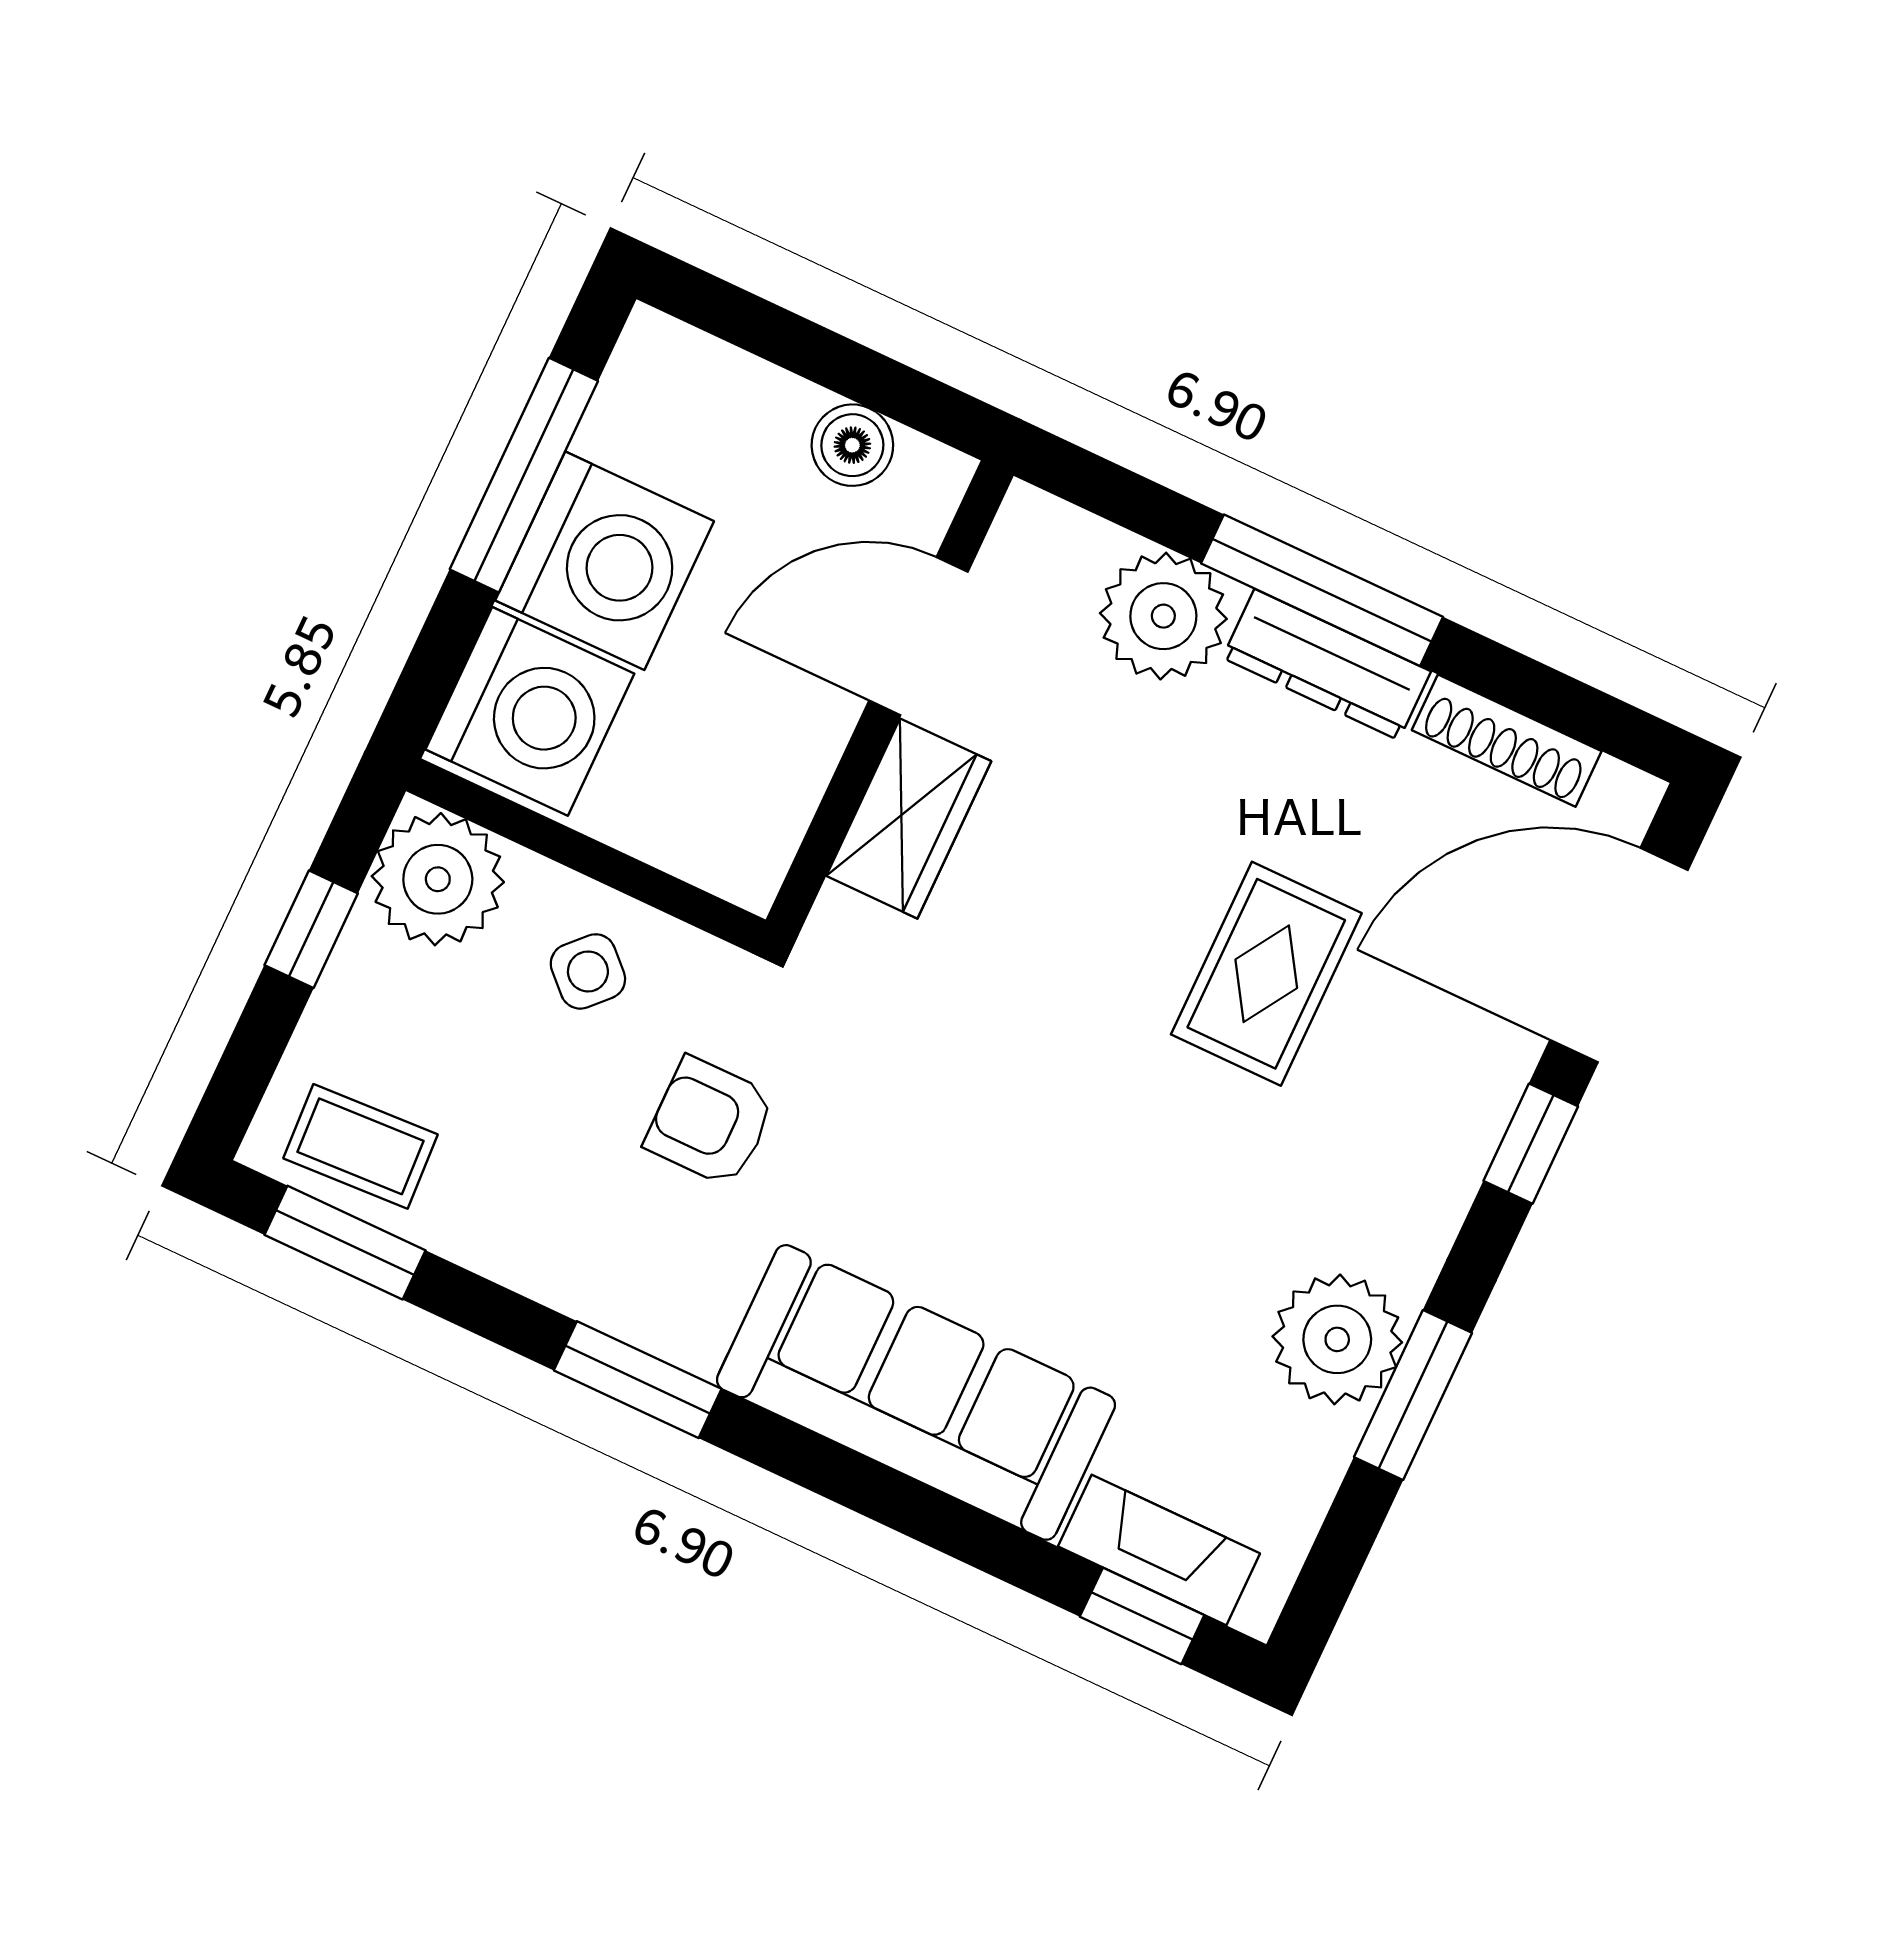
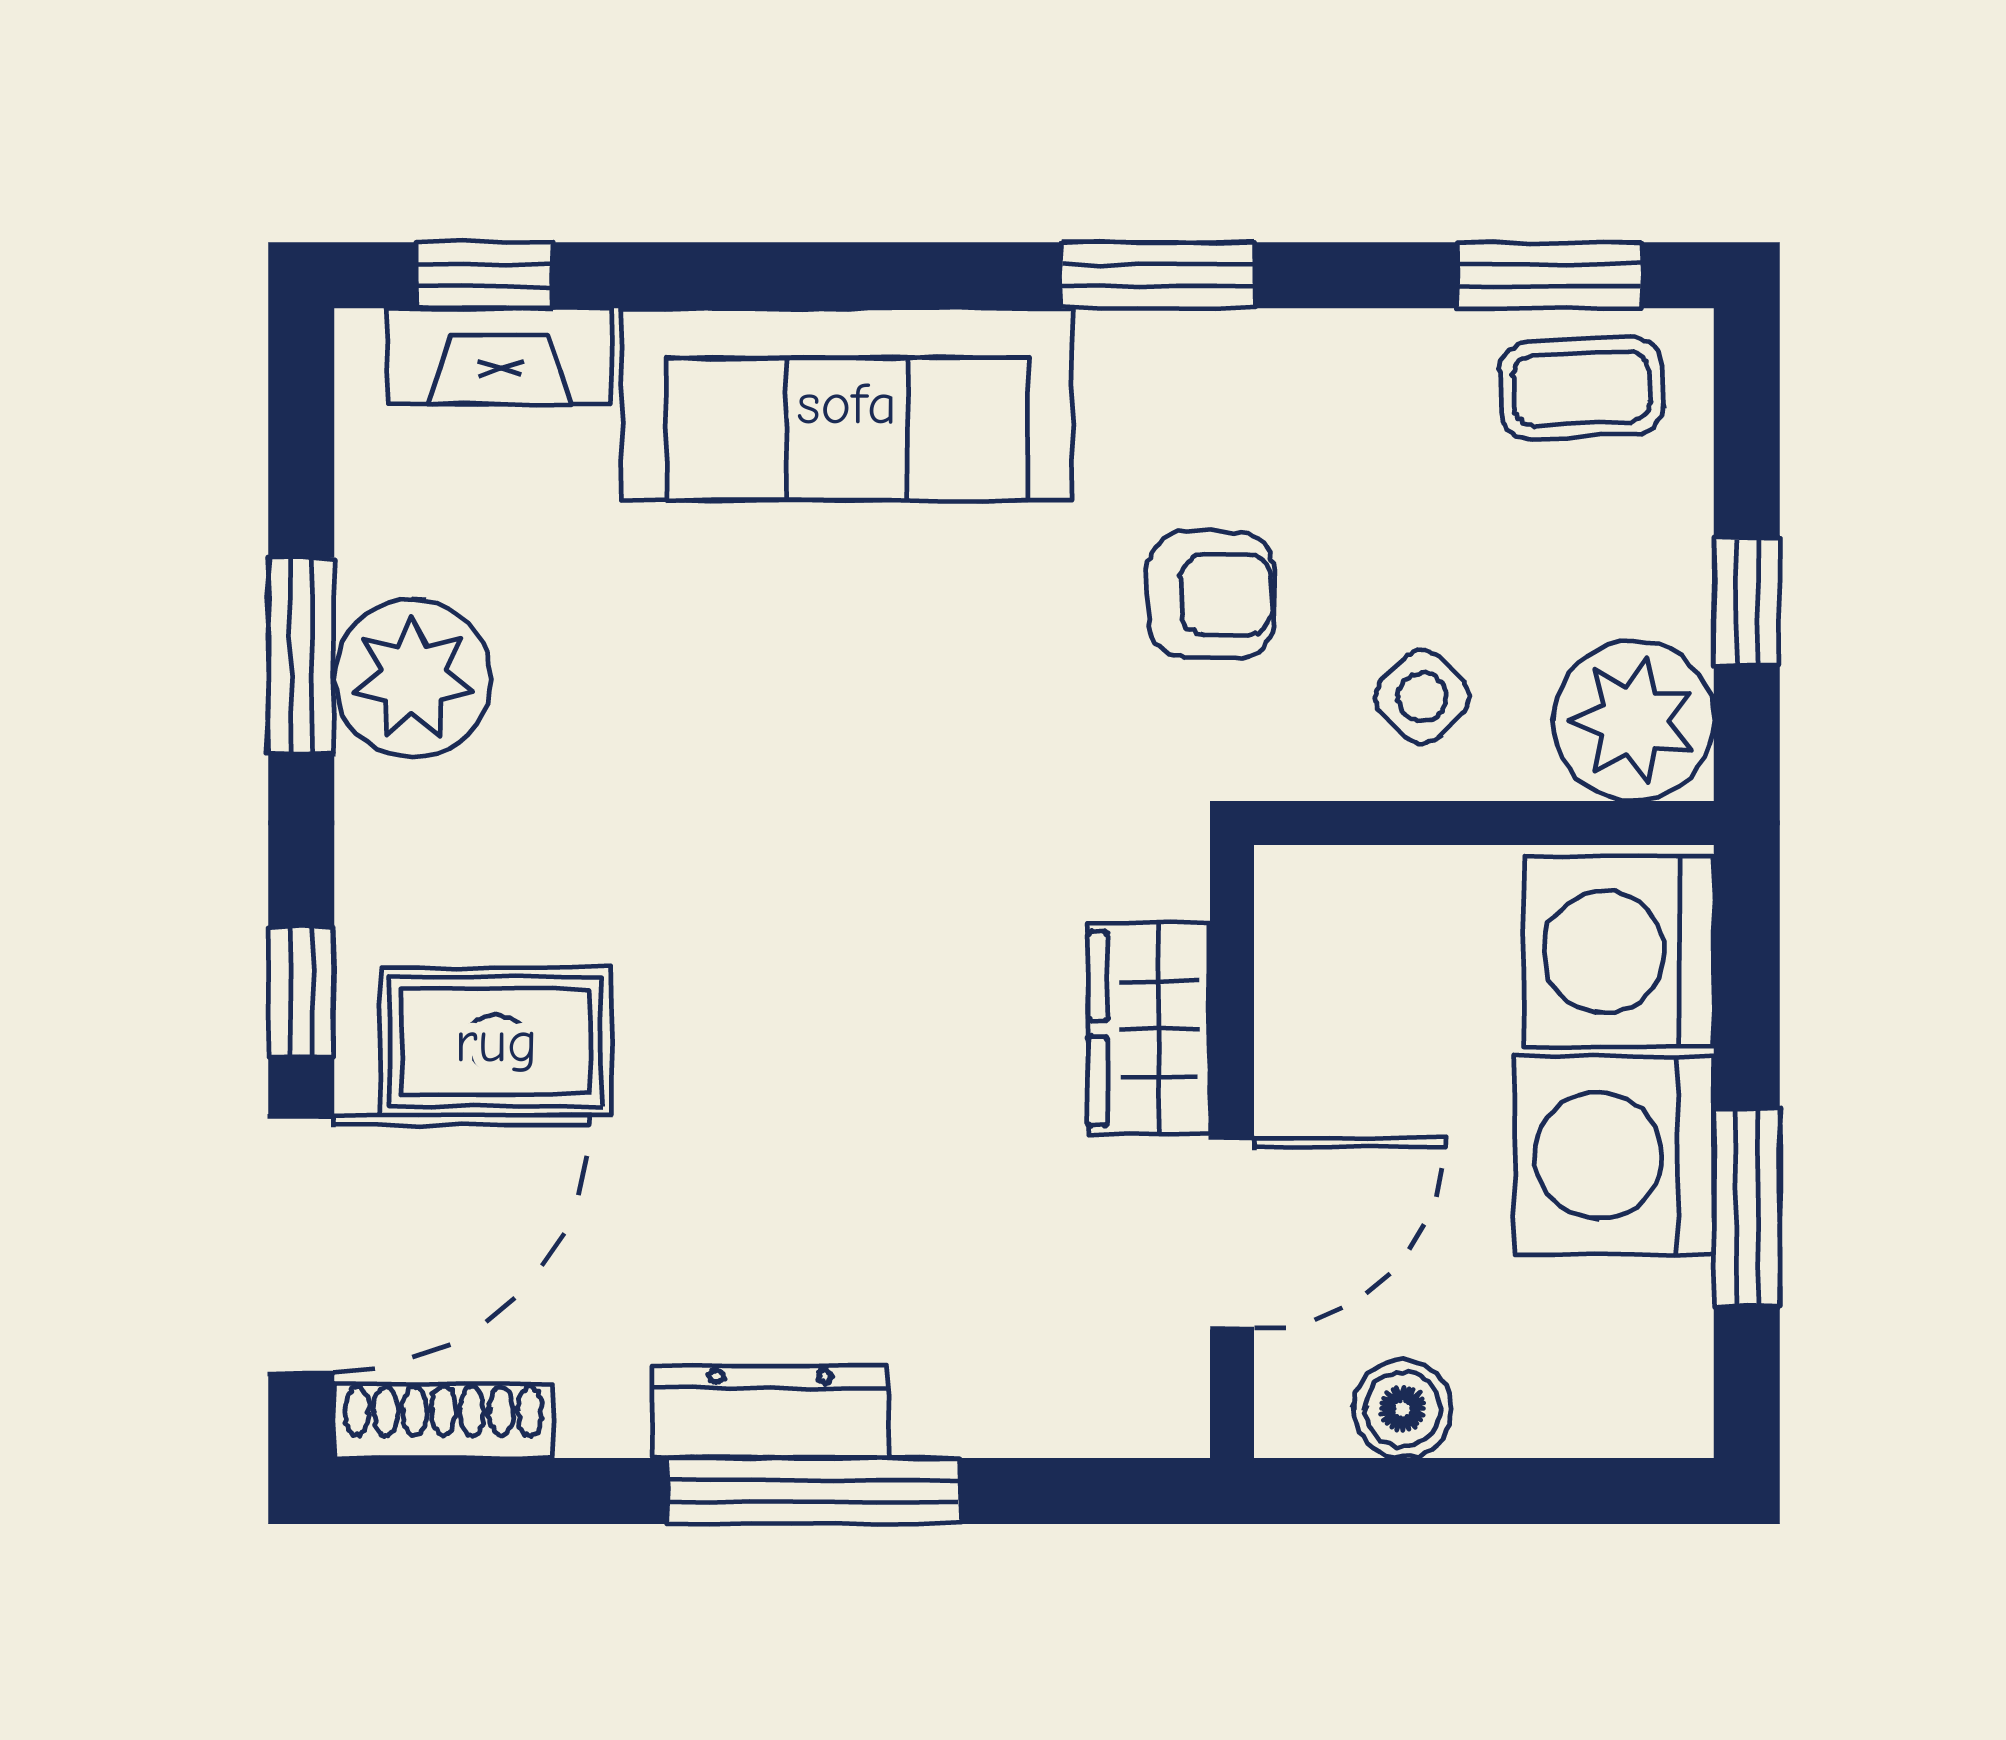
window: (524, 475) -> (1747, 1208), width x0.69
plant: (1163, 616) -> (974, 1381), removed
shoe rack: (1507, 741) -> (443, 1421), moved
rug: (1266, 974) -> (496, 1042), moved, turned 90

